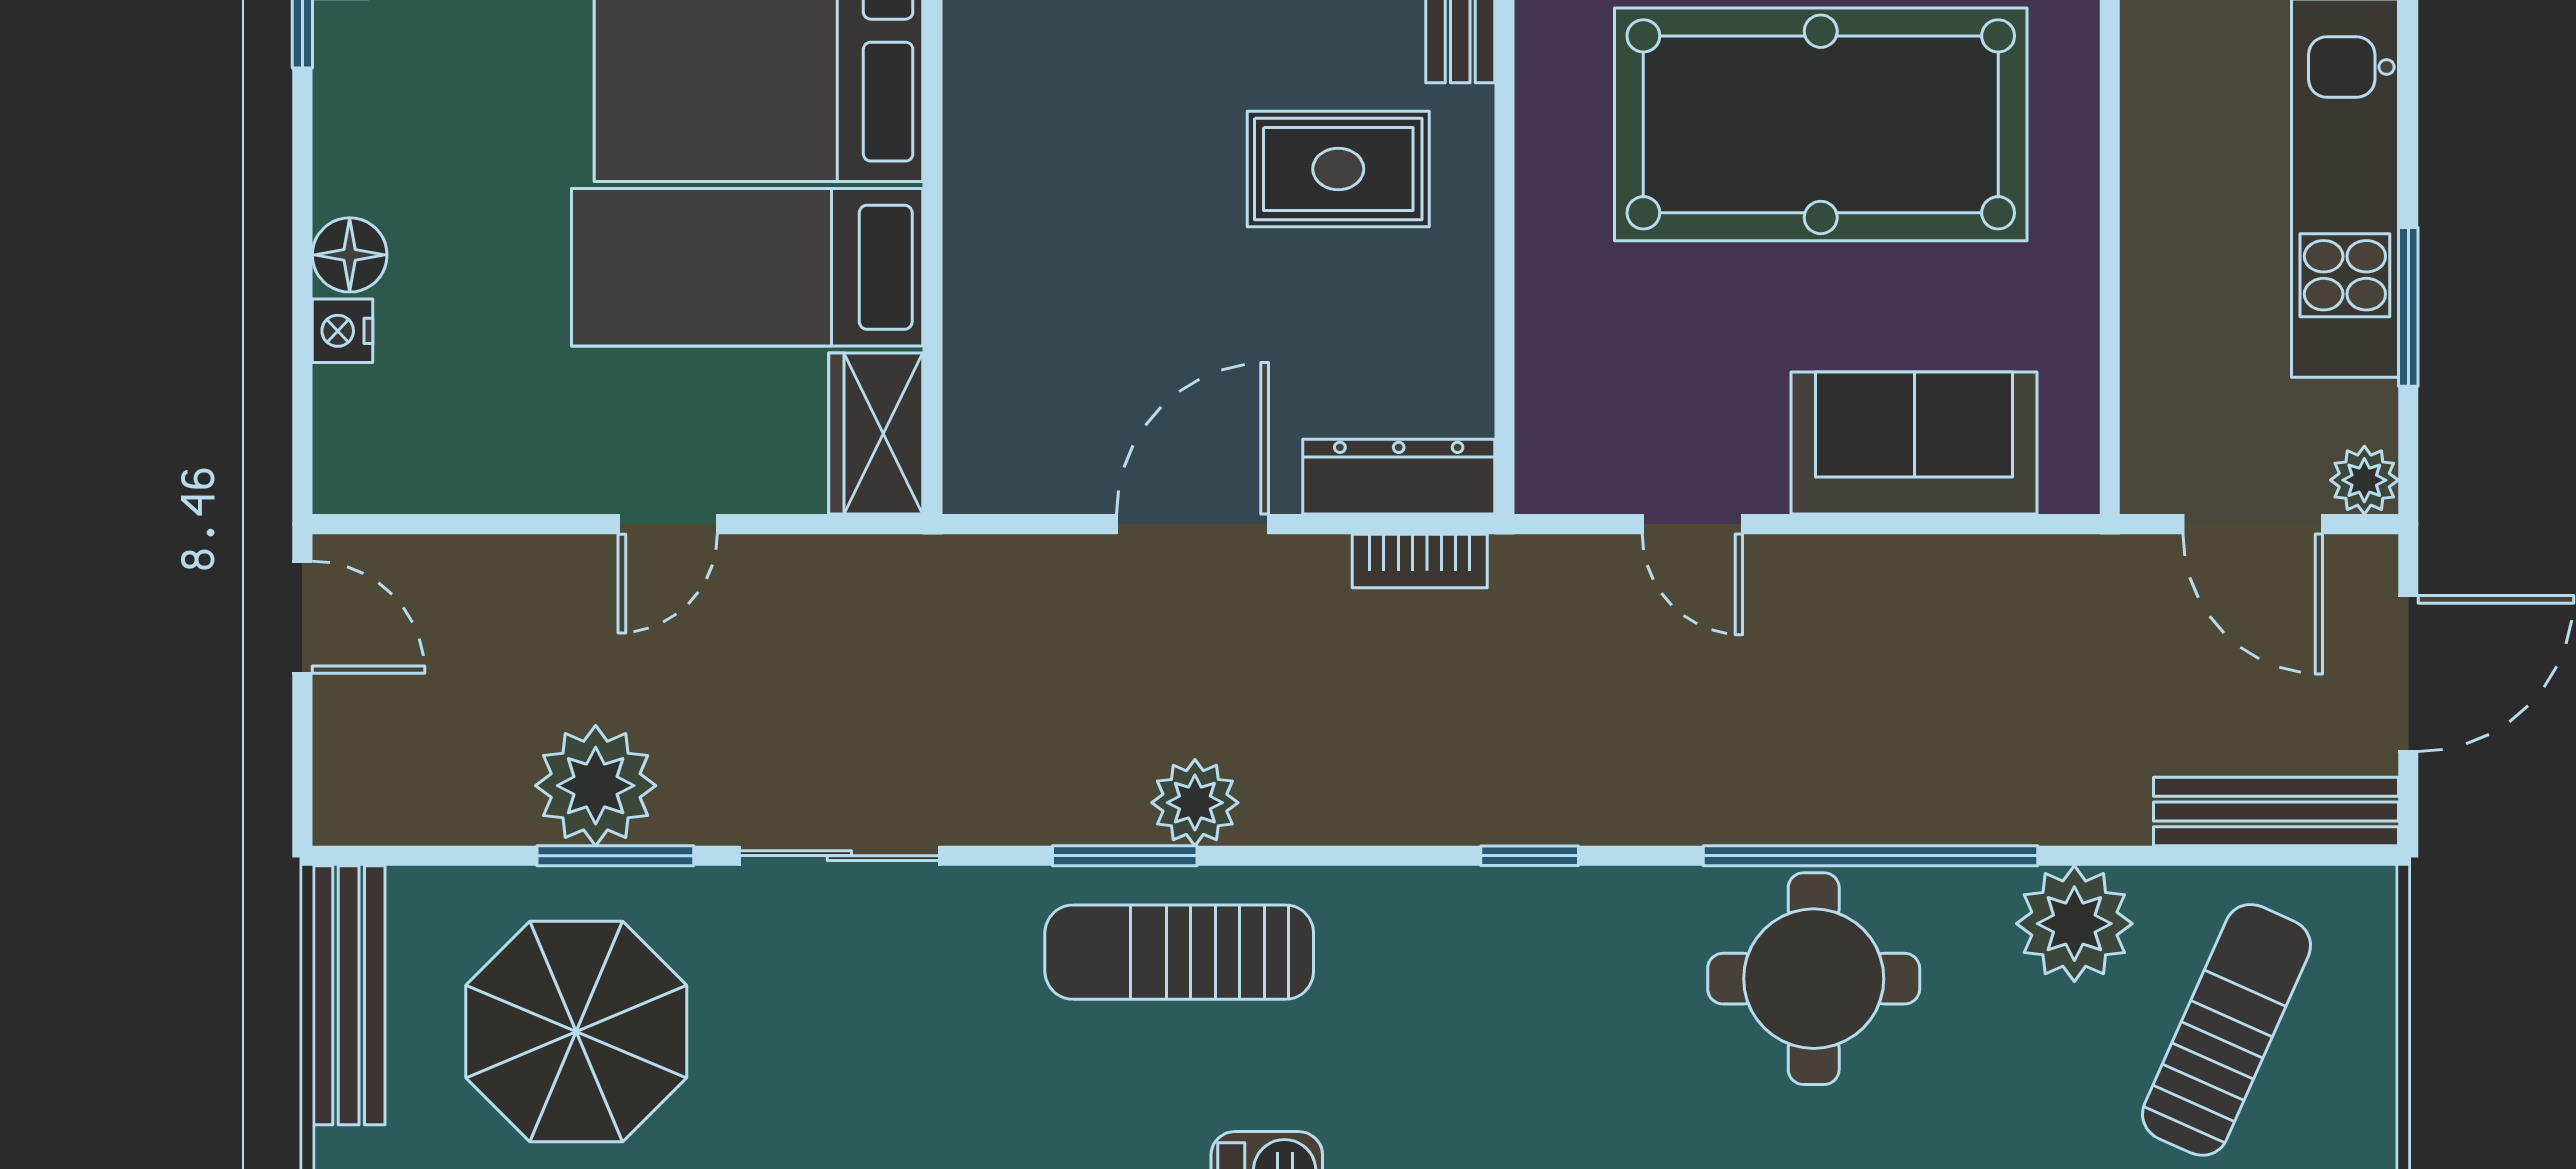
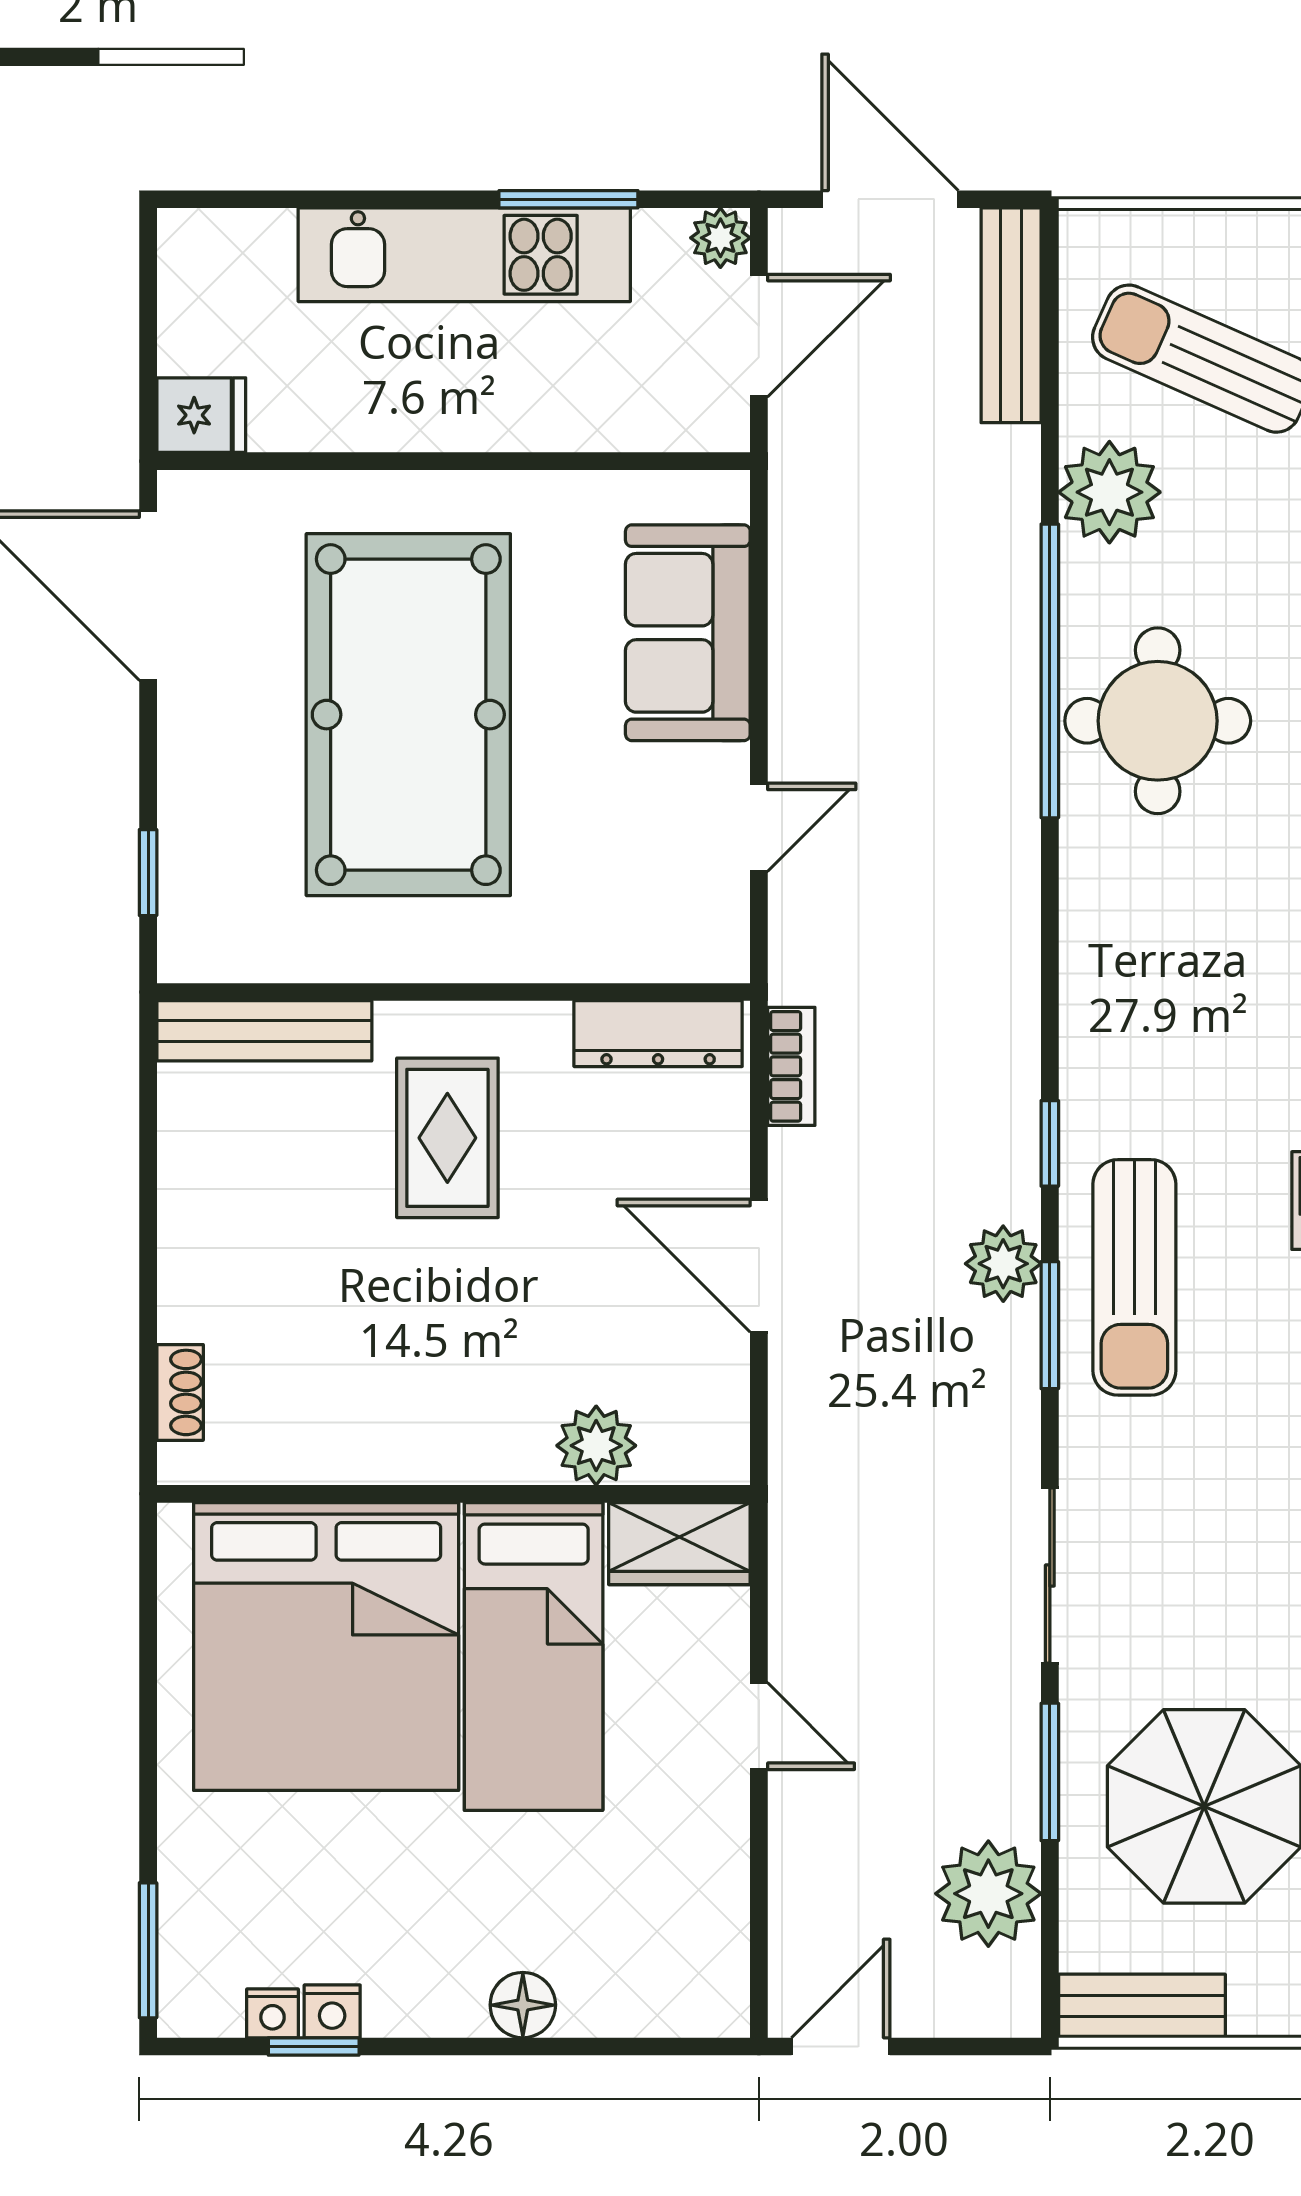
nightstand: (342, 331) -> (332, 2011), moved
plant: (988, 339) -> (596, 1446), added
dresser: (1399, 477) -> (658, 1034), moved, turned -90
plant: (596, 786) -> (988, 1894), moved
window: (1530, 856) -> (1050, 1143), moved
bench: (349, 995) -> (1142, 2006), width x0.73

